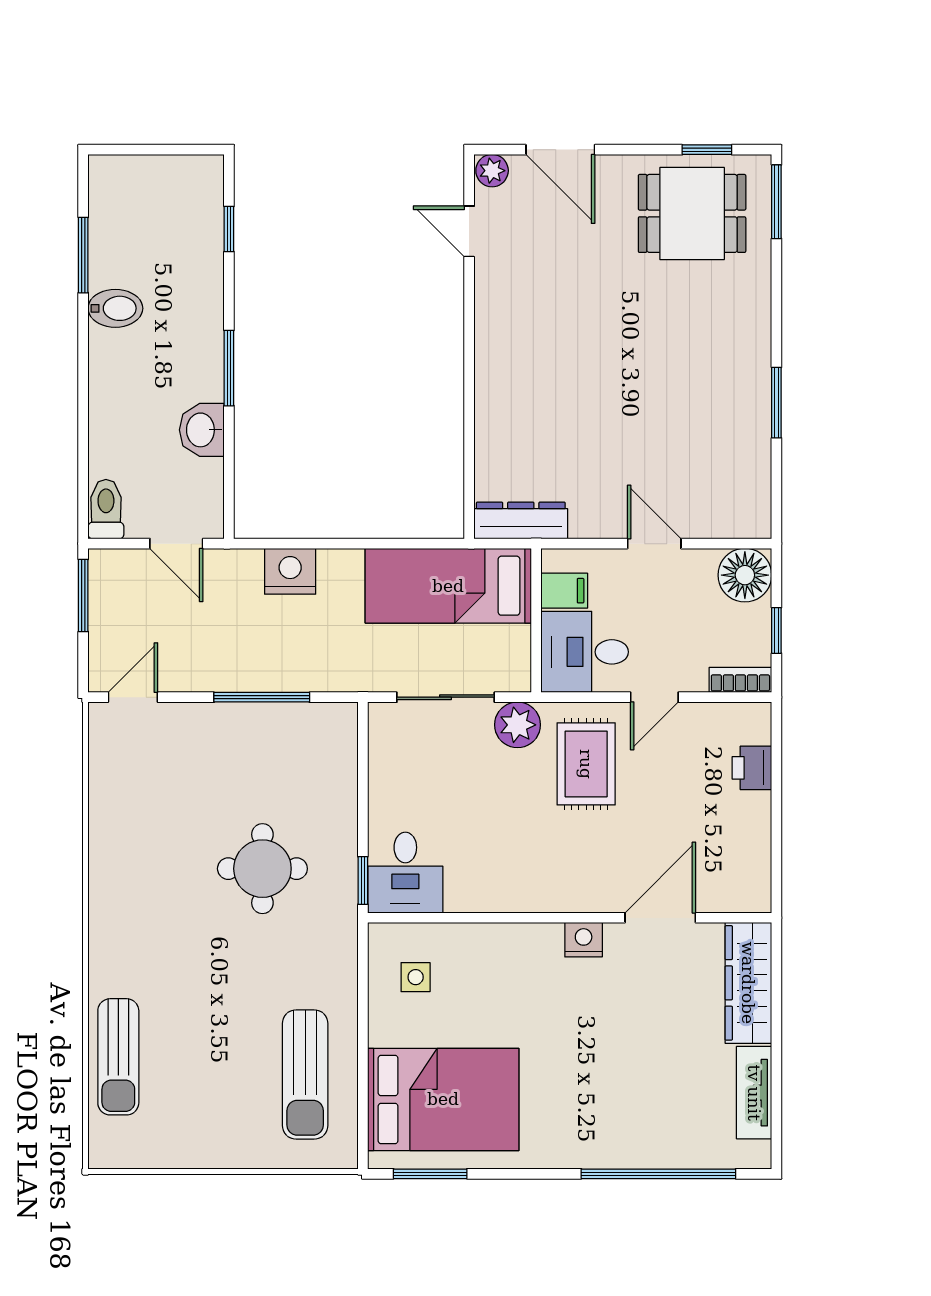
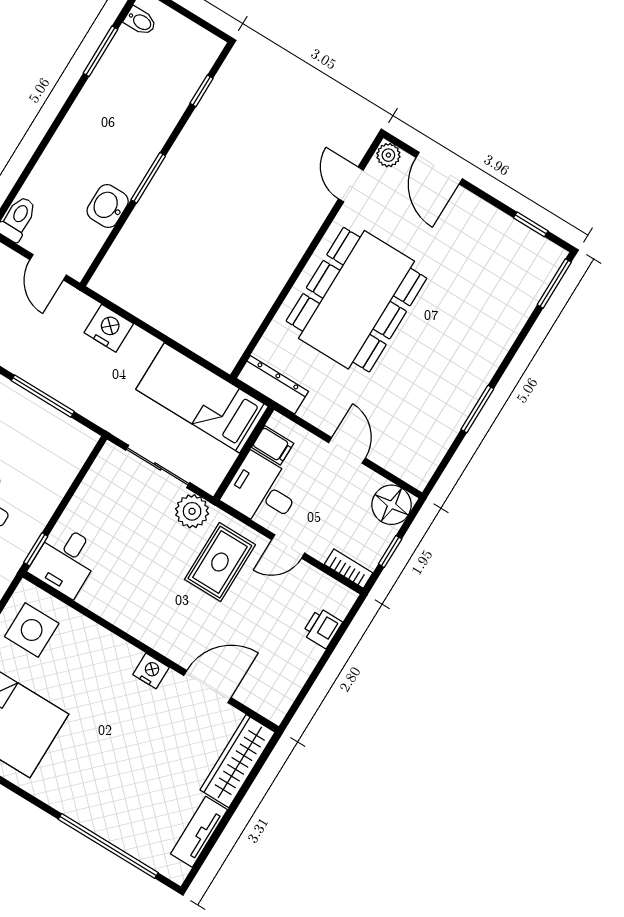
dining table: (692, 213) -> (356, 300), moved, width x1.88, depth x1.24
bidet: (115, 308) -> (140, 21), moved, width x0.72, depth x0.74
side table: (416, 977) -> (32, 630), width x1.87, depth x1.87

